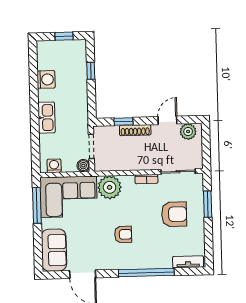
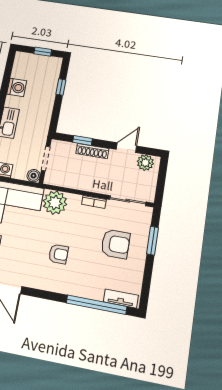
window: (146, 273) -> (96, 305), moved

